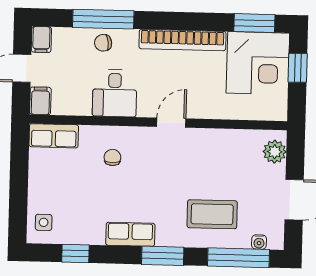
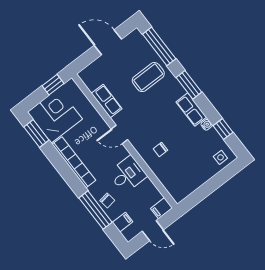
filing cabinet: (41, 39) -> (123, 222), moved
window: (298, 68) -> (53, 85), moved
row of seats: (54, 136) -> (107, 101), moved
plant: (275, 152) -> (92, 71), removed
coffee table: (212, 214) -> (148, 77), turned 90
water cooler: (259, 242) -> (207, 125), moved

